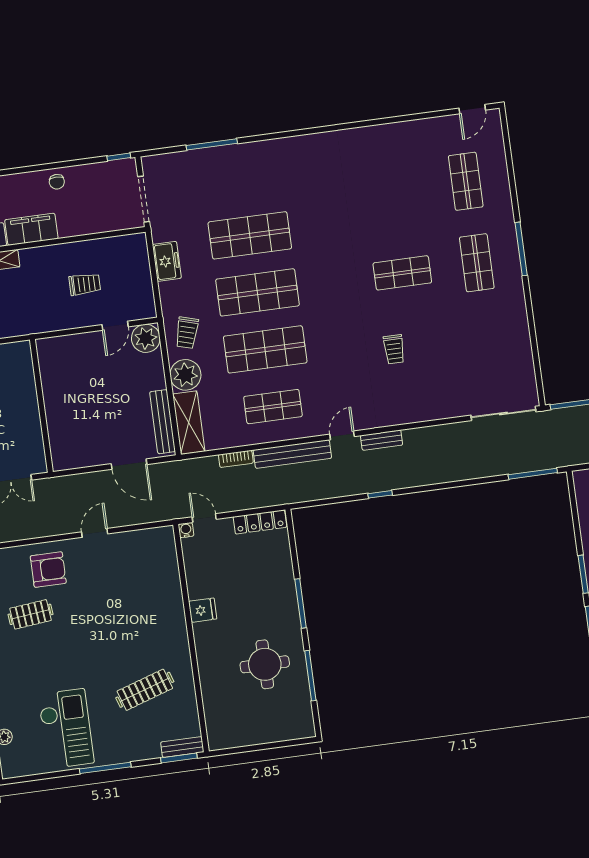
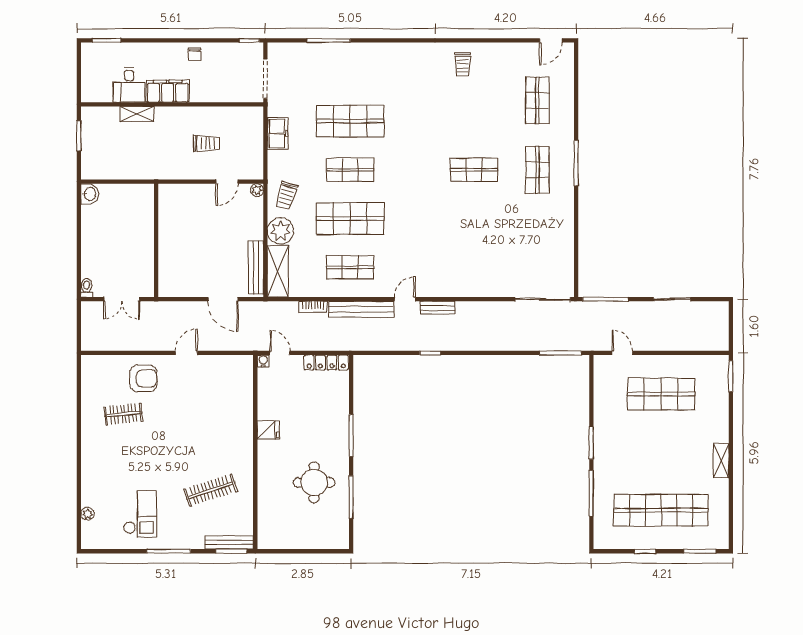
shop shelf: (257, 292) -> (350, 170), width x0.70, depth x0.74
plant: (146, 338) -> (257, 190), width x0.53, depth x0.53
trolley: (394, 349) -> (462, 64), moved
checkout: (66, 729) -> (140, 514), width x0.73, depth x0.83
bench: (182, 747) -> (229, 542), width x1.36

